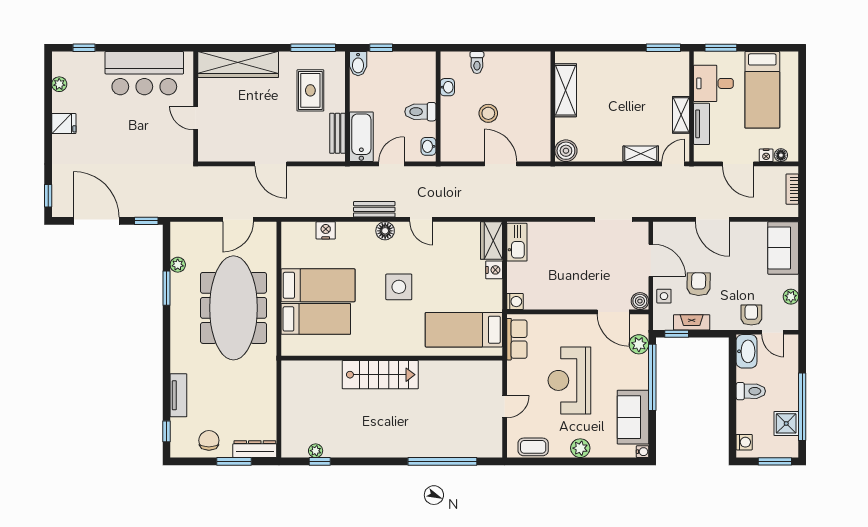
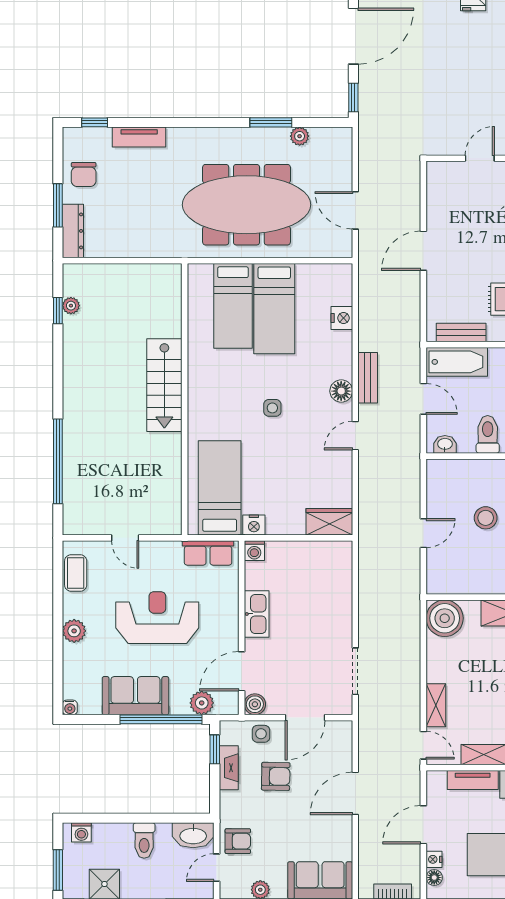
boiler: (566, 151) -> (445, 618), width x1.37, depth x1.37
door: (501, 164) -> (423, 533), width x0.73
kitchen sink: (517, 242) -> (257, 614), moved, turned -90
nightstand: (494, 270) -> (254, 525), moved
side table: (399, 287) -> (272, 408), width x0.54, depth x0.54
sofa: (633, 417) -> (135, 696), moved
chair: (209, 440) -> (84, 175), turned 90

